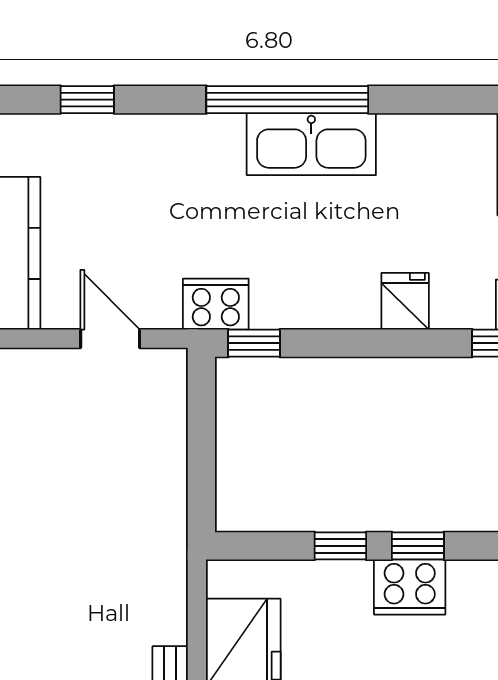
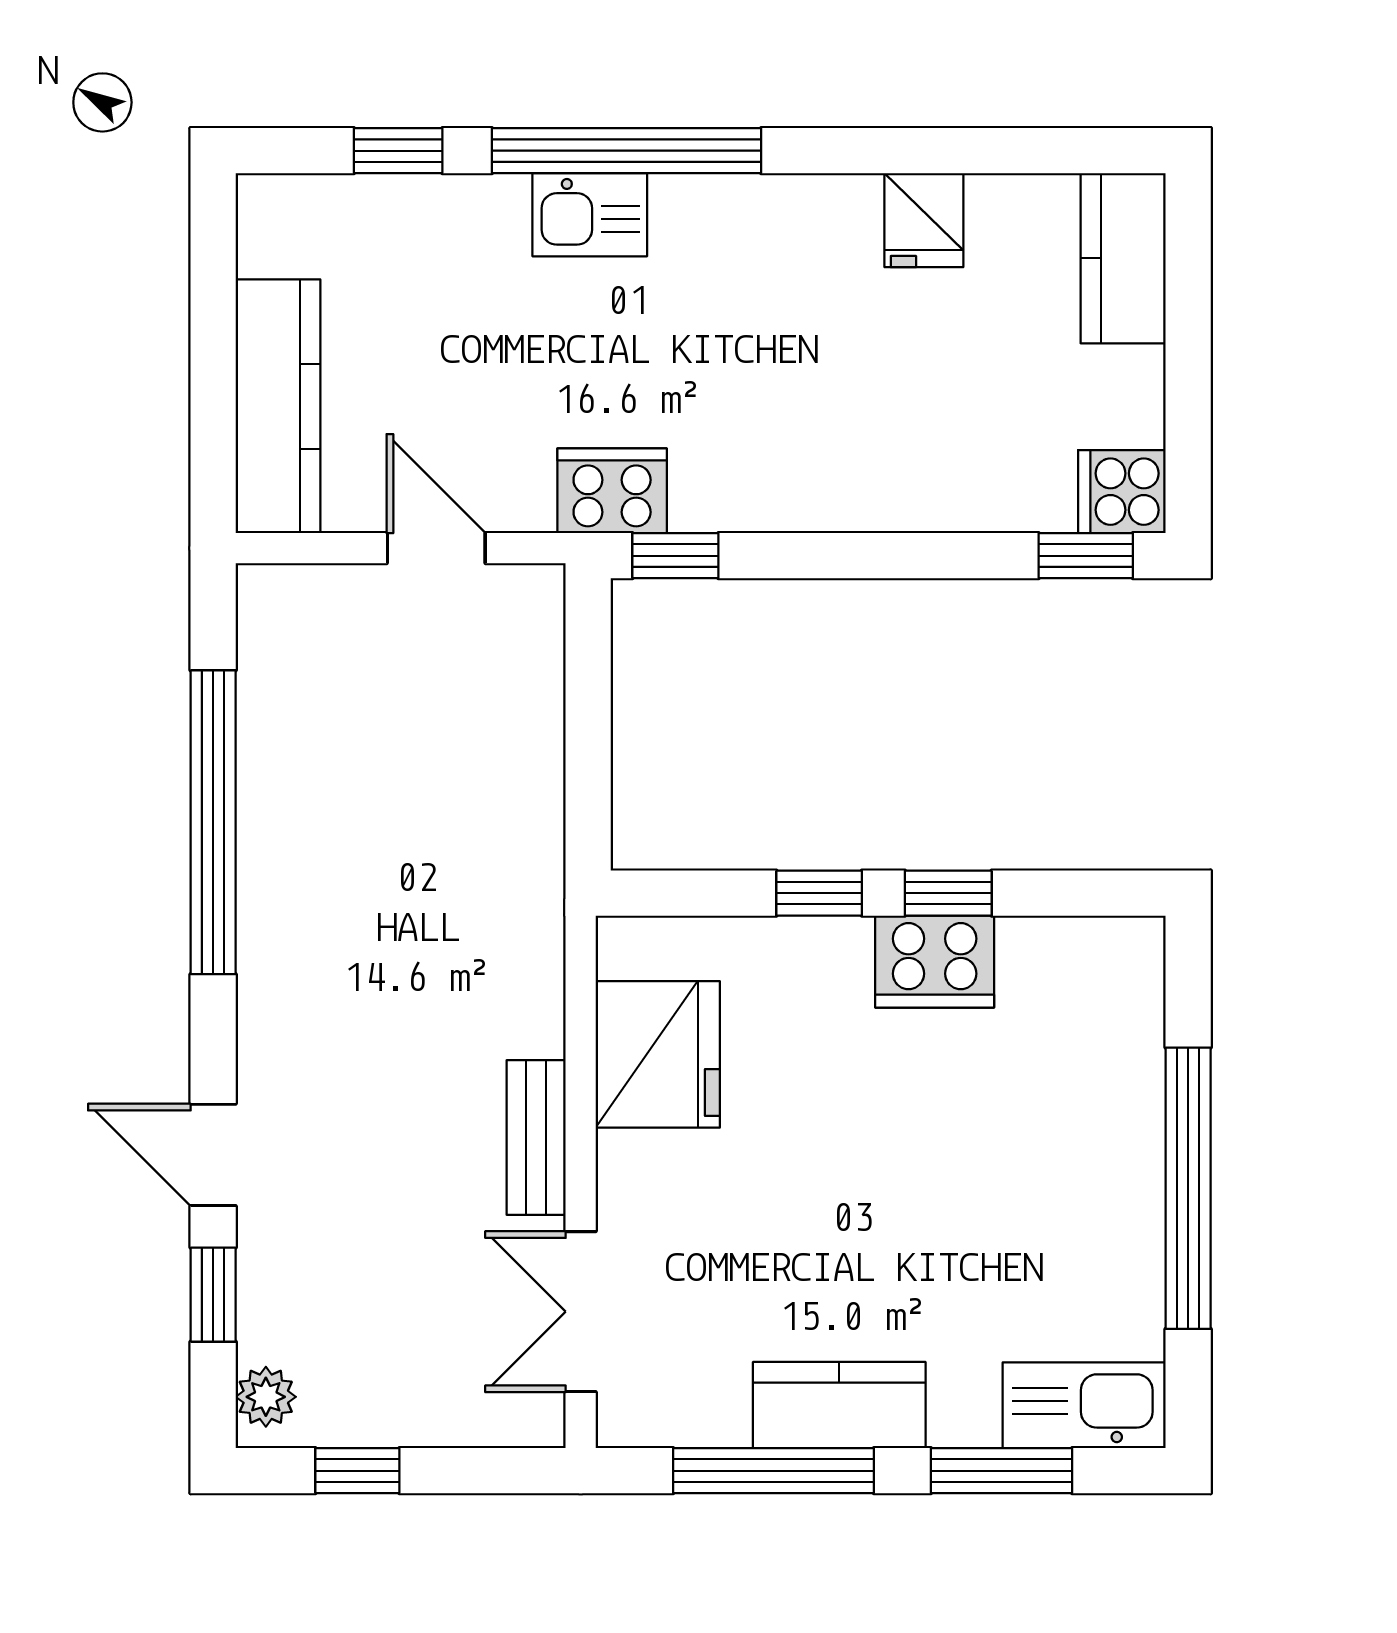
window: (287, 100) -> (626, 151), moved
kitchen sink: (311, 144) -> (590, 215), moved, width x0.53, depth x0.81
fridge: (405, 301) -> (924, 220), moved, turned 180

